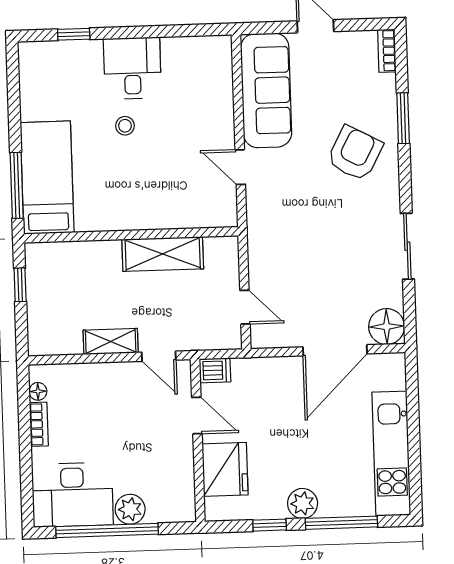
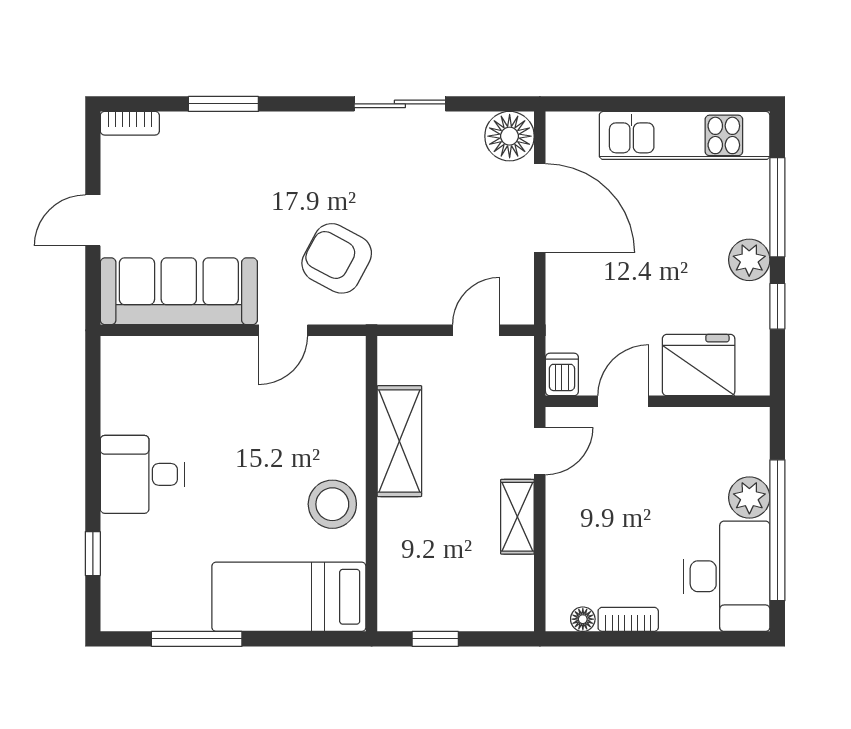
stool: (125, 126) -> (332, 504), moved, width x1.89, depth x1.89
armchair: (355, 153) -> (337, 258), moved
window: (17, 185) -> (197, 639), moved

